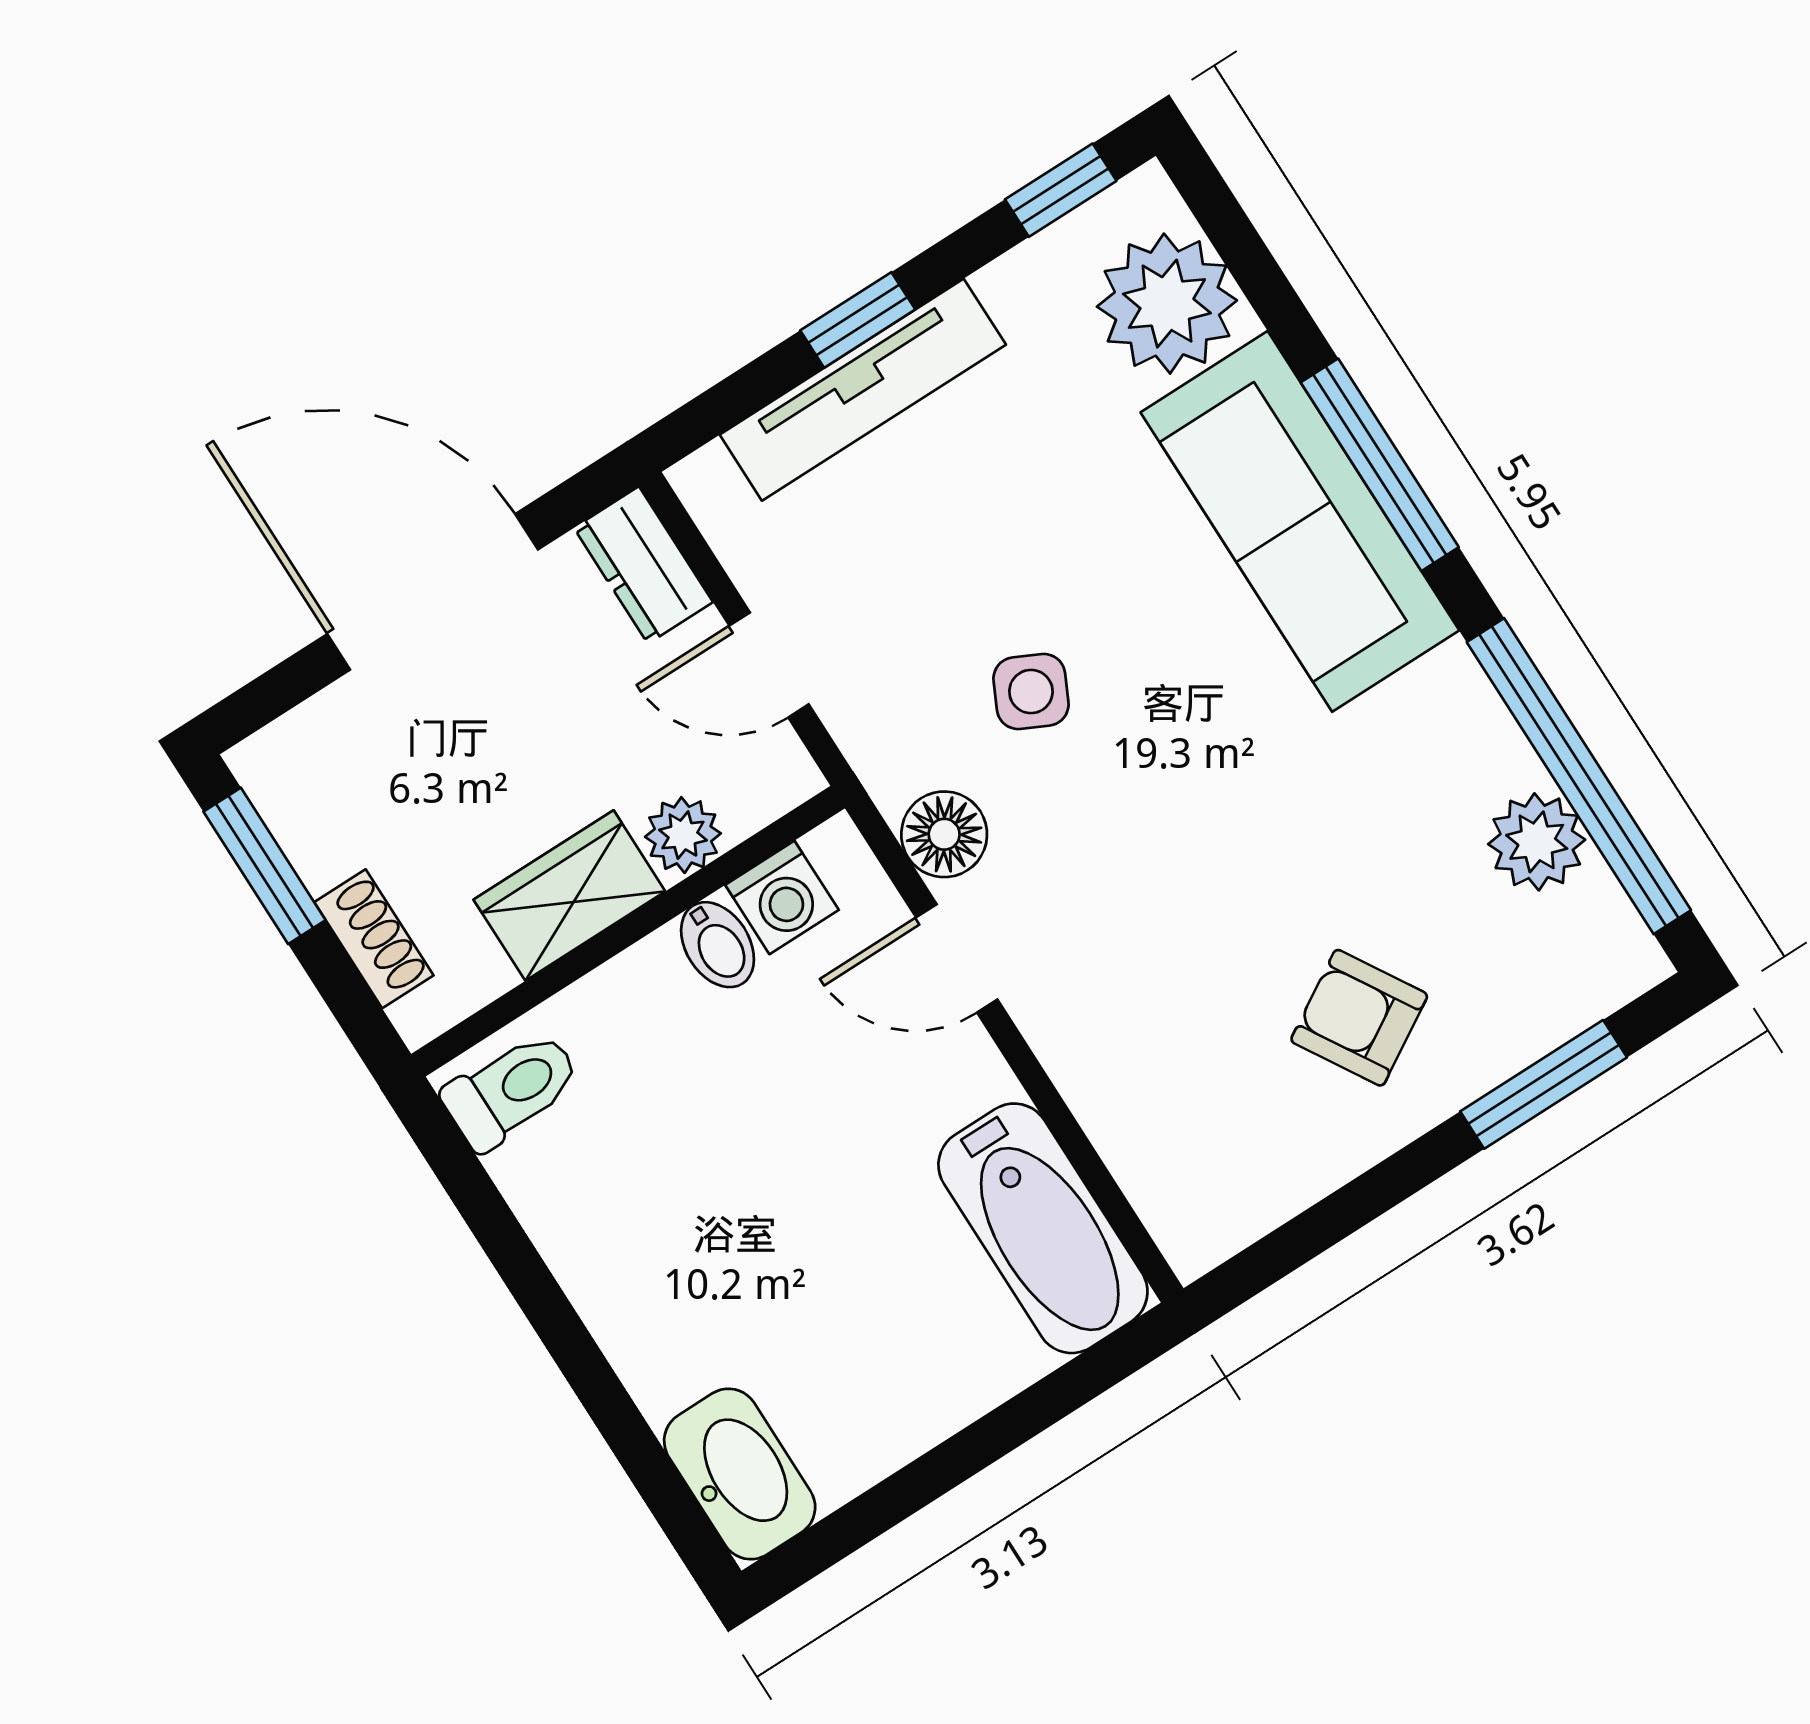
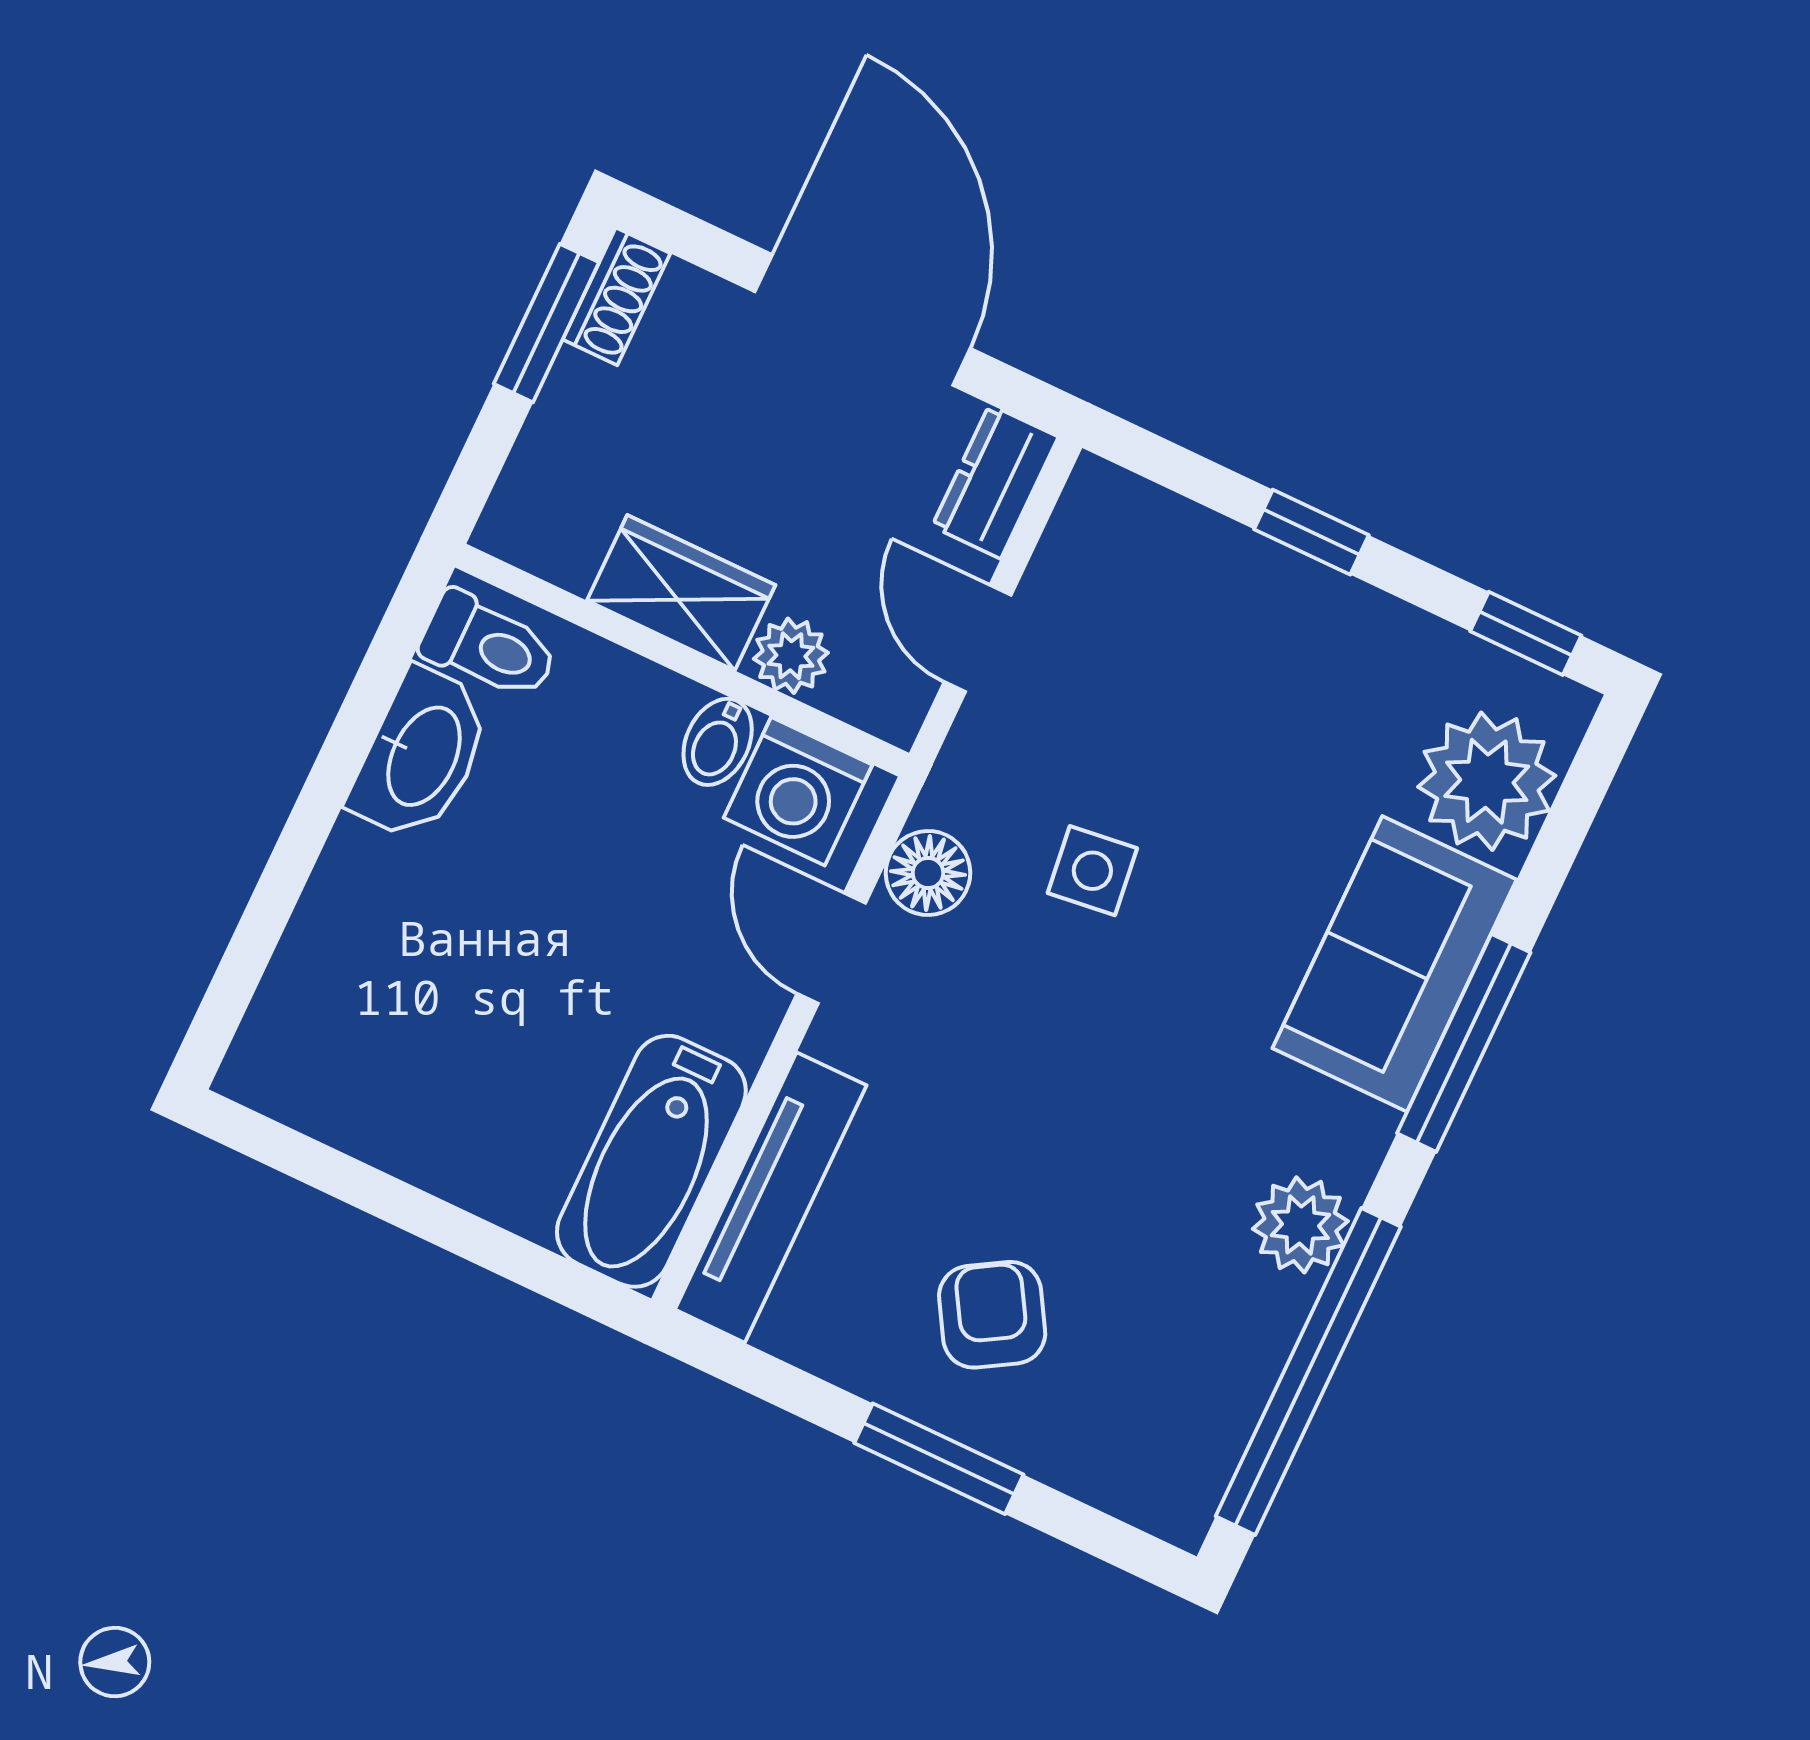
tv unit: (863, 390) -> (771, 1197), moved, turned -90
sofa: (1300, 521) -> (1395, 964), width x0.73
side table: (1031, 692) -> (1092, 871), turned -33
plant: (1537, 842) -> (1300, 1225), moved
washing machine: (782, 897) -> (798, 791), width x1.38, depth x1.38
shoe rack: (374, 939) -> (617, 296), moved
window: (1544, 1084) -> (939, 1459), moved
washbasin: (740, 1474) -> (421, 755), moved

